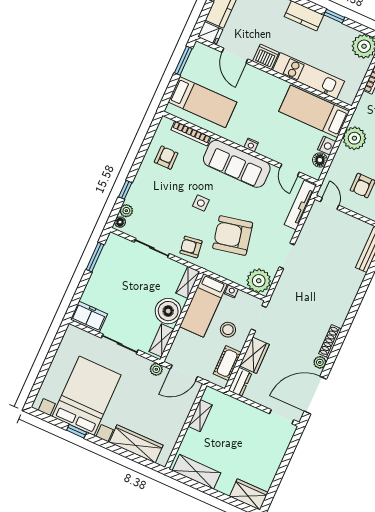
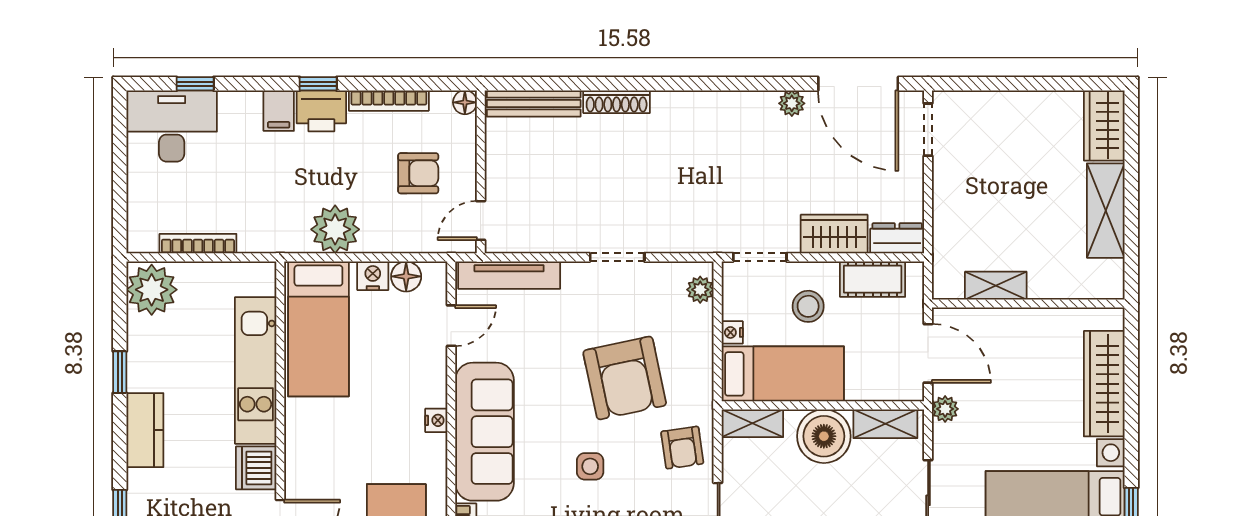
plant: (259, 281) -> (700, 290), width x0.53, depth x0.53
shoe rack: (330, 341) -> (617, 102), moved
shelving: (197, 472) -> (1106, 211), moved

